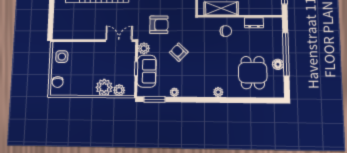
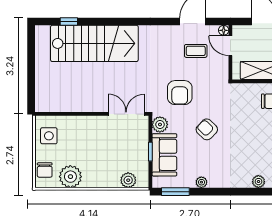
armchair: (159, 25) -> (180, 93), turned 90
plant: (104, 87) -> (70, 177), moved

